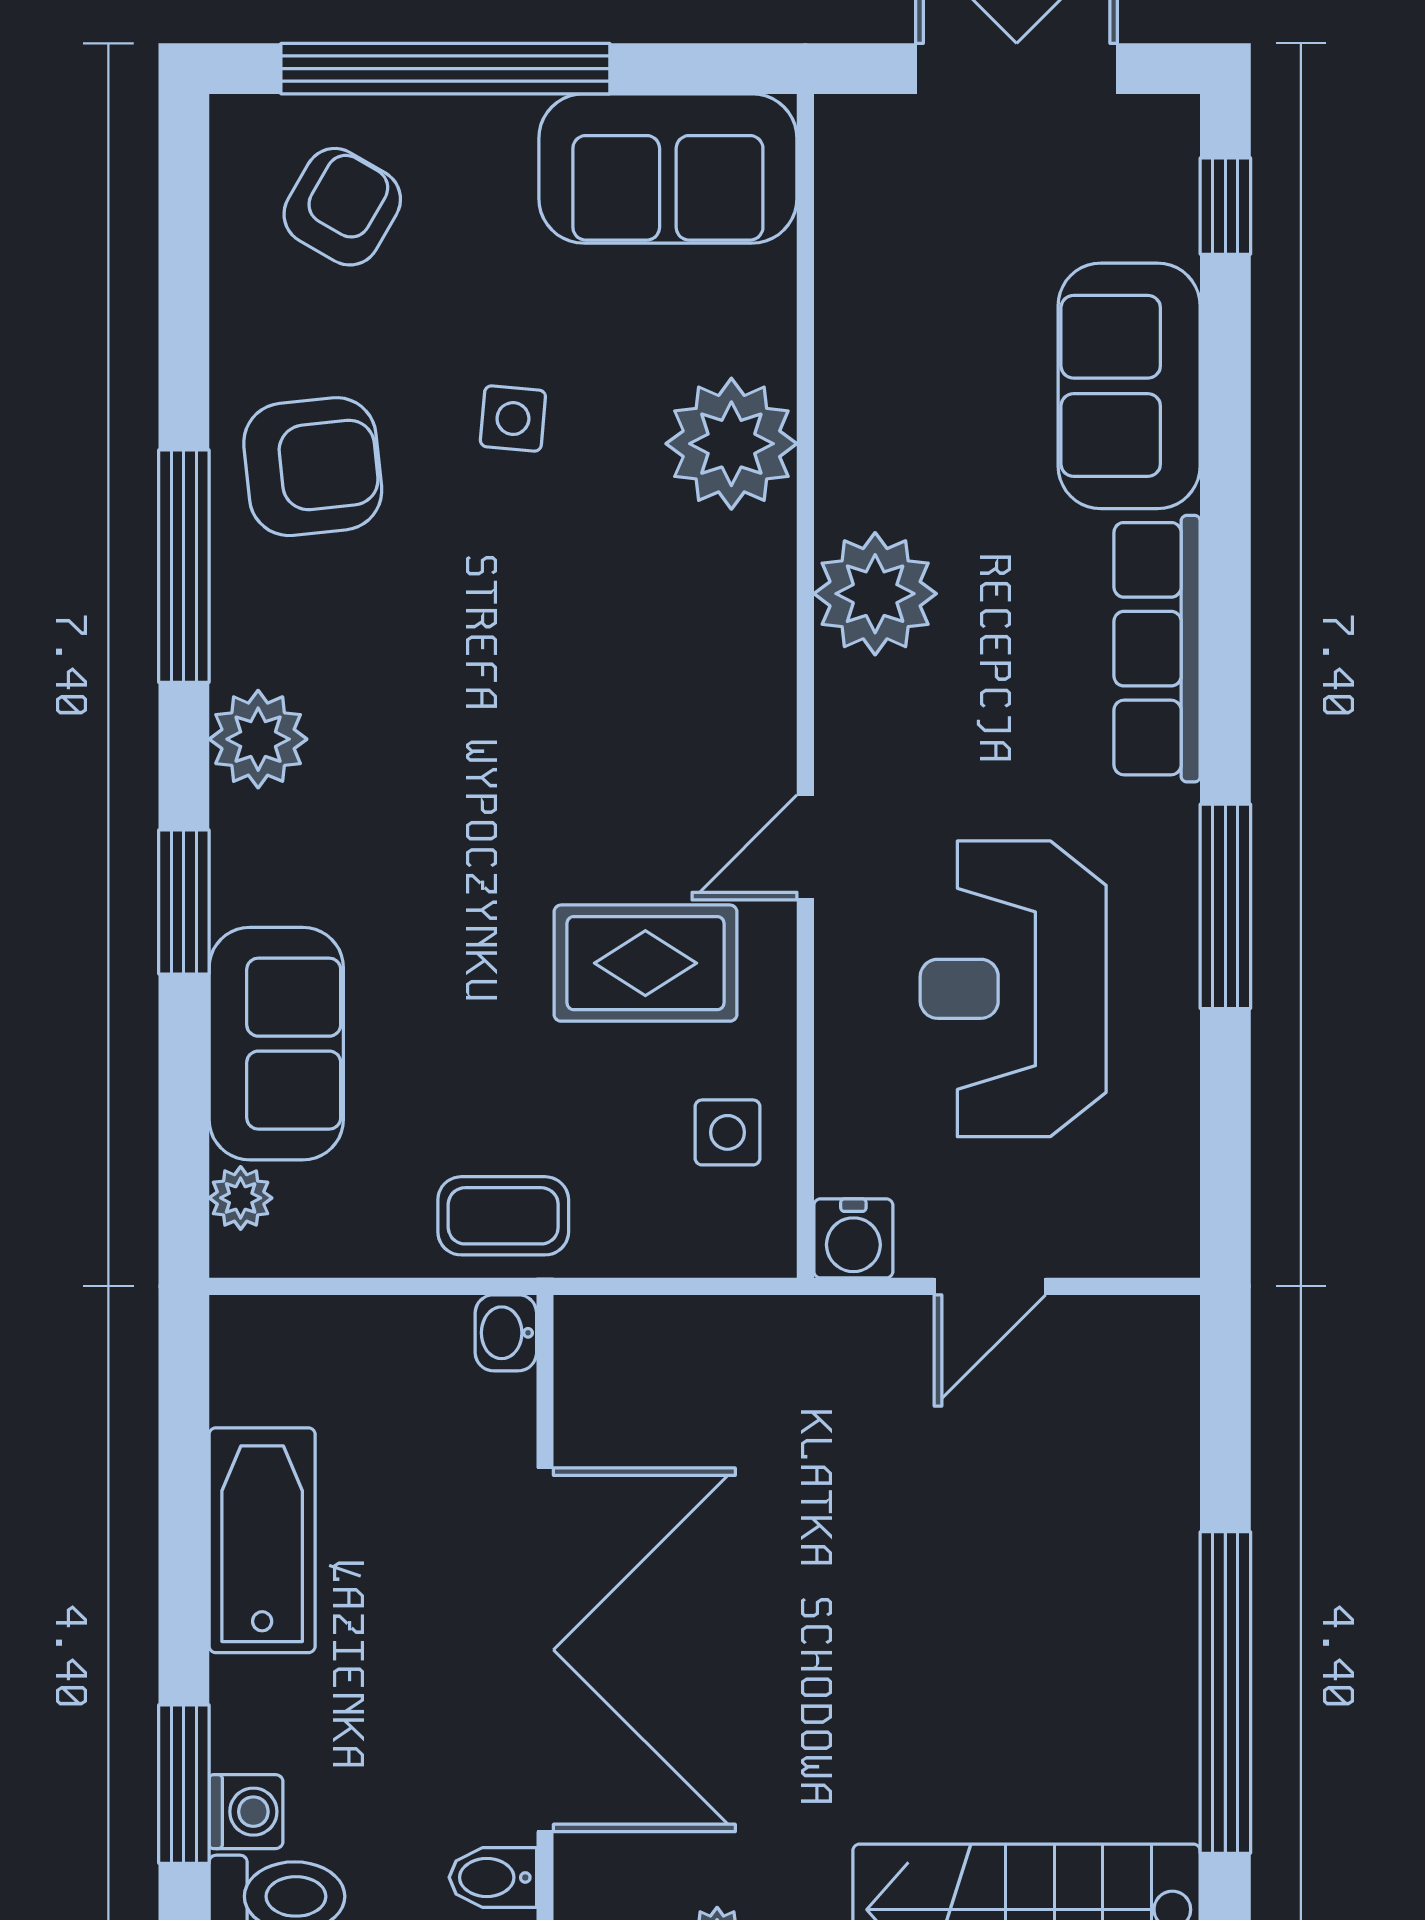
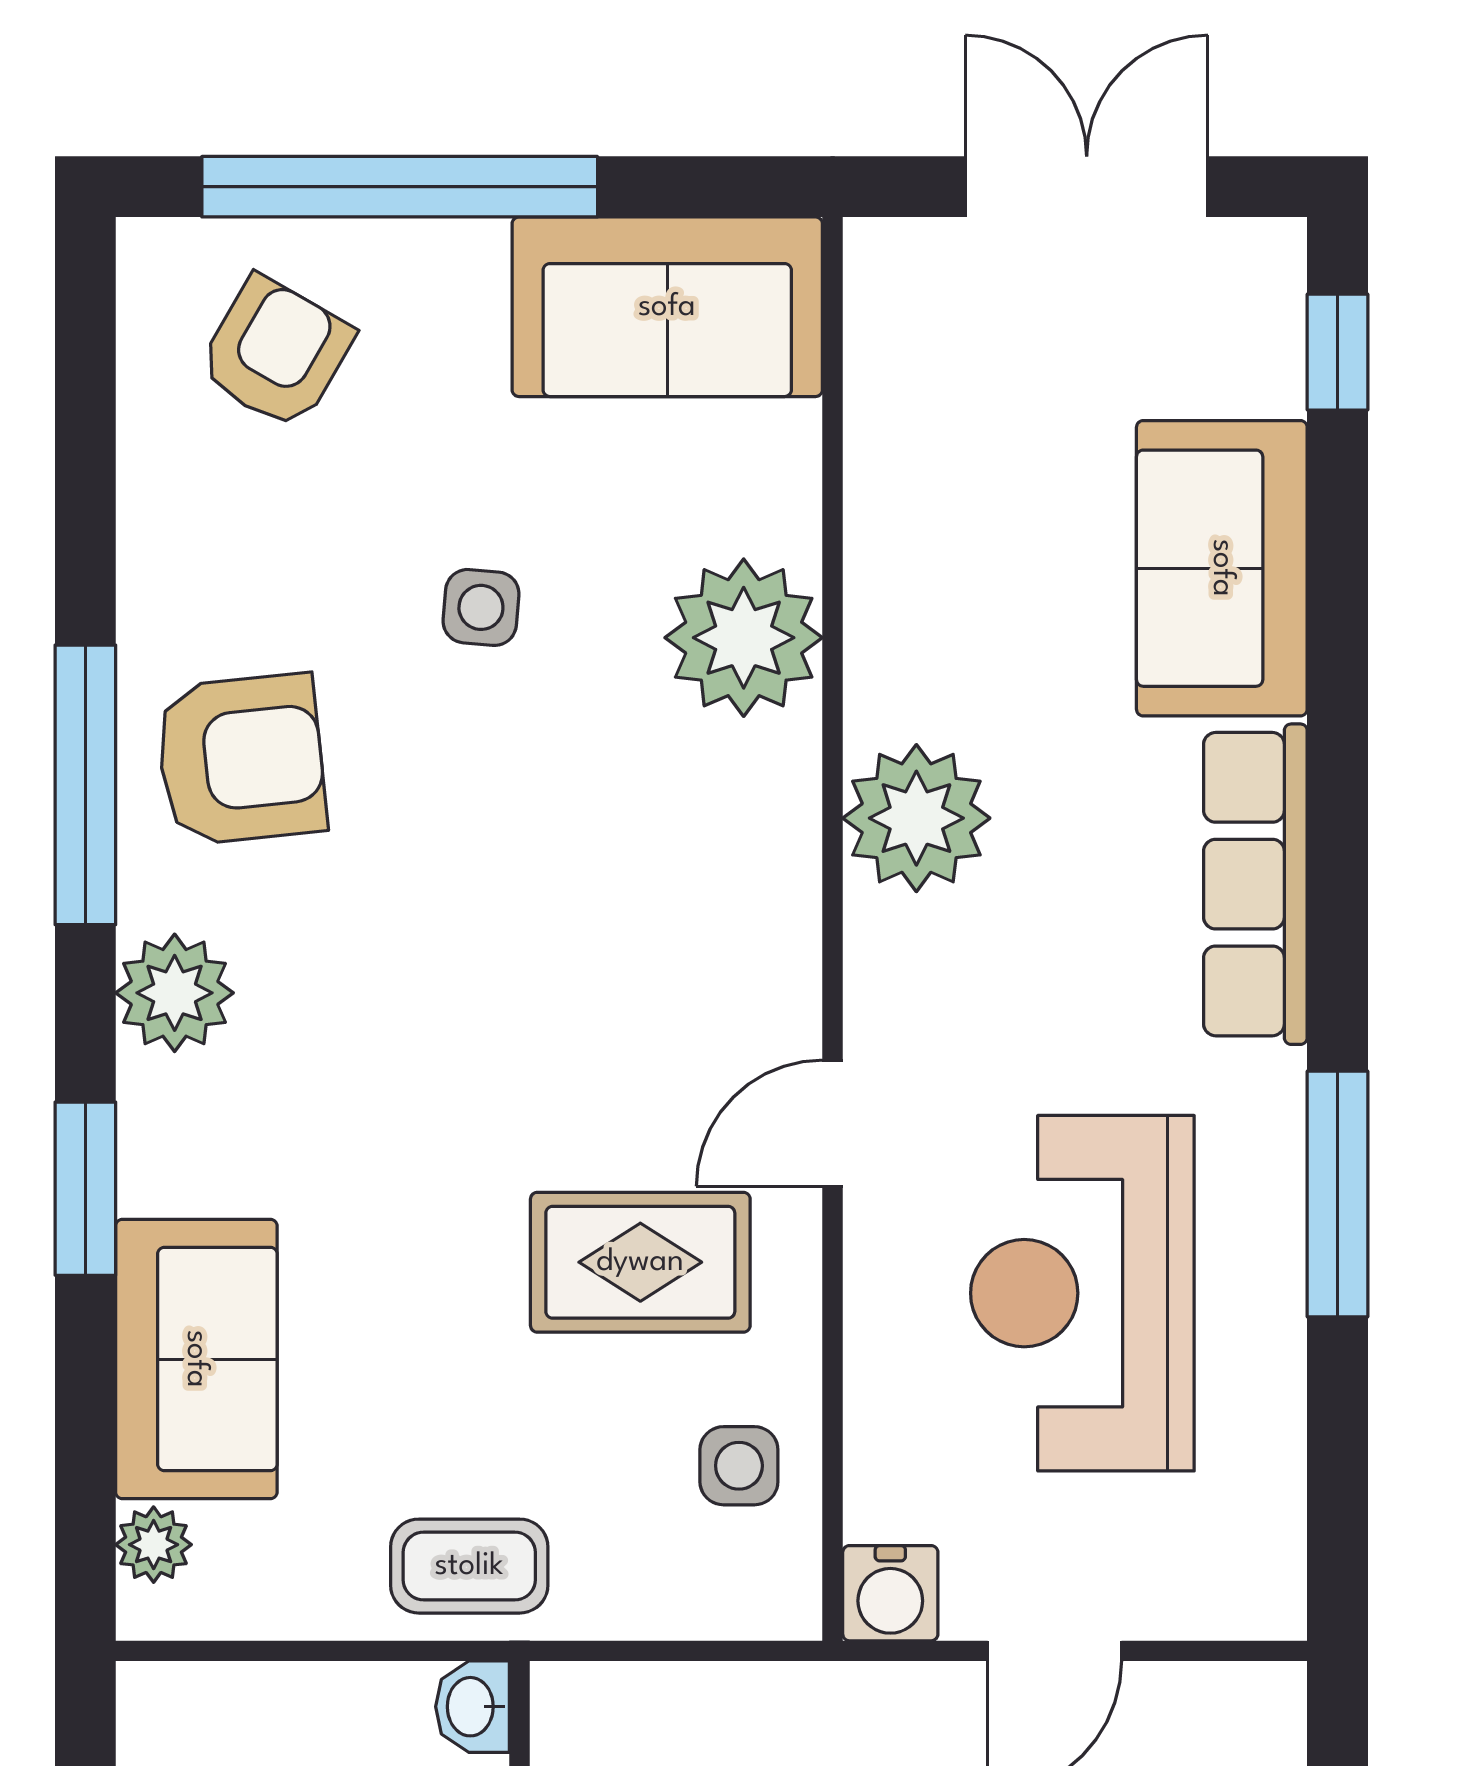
armchair: (313, 467) -> (241, 759), moved

